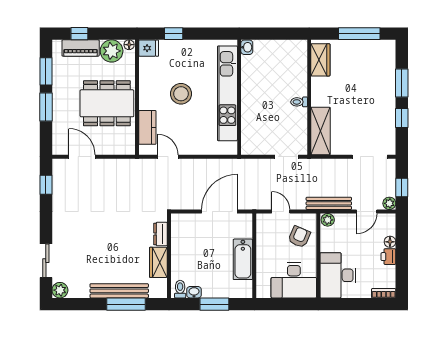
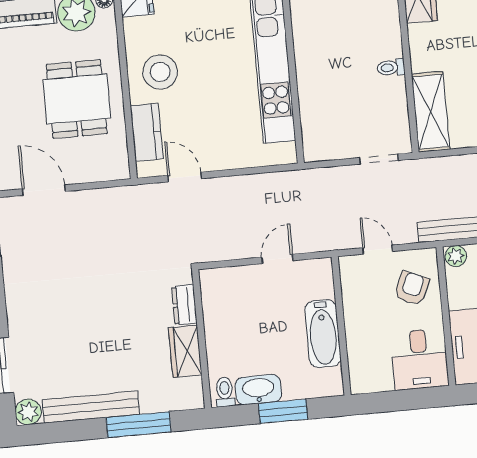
stool: (181, 94) -> (160, 72), moved
dining table: (107, 103) -> (77, 99), width x0.73
door: (219, 212) -> (277, 259), width x0.53
desk: (294, 280) -> (420, 359), width x0.73
bench: (119, 291) -> (91, 407), moved
washbasin: (194, 292) -> (258, 390), width x1.91, depth x1.45

